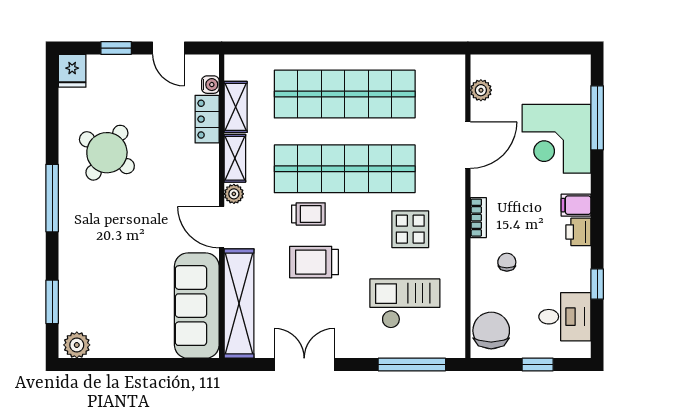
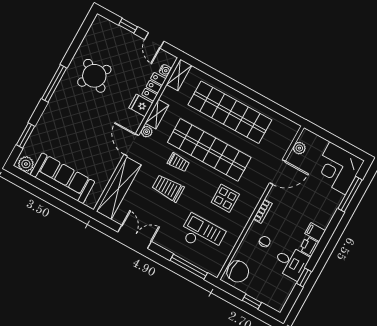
fridge: (72, 71) -> (141, 105), moved, turned 90
shelving: (236, 107) -> (179, 75), moved
corner desk: (556, 139) -> (338, 168), moved
sofa: (197, 306) -> (62, 178), moved, turned 90
desk: (565, 317) -> (291, 262), moved
chair: (491, 331) -> (238, 272), turned 91

